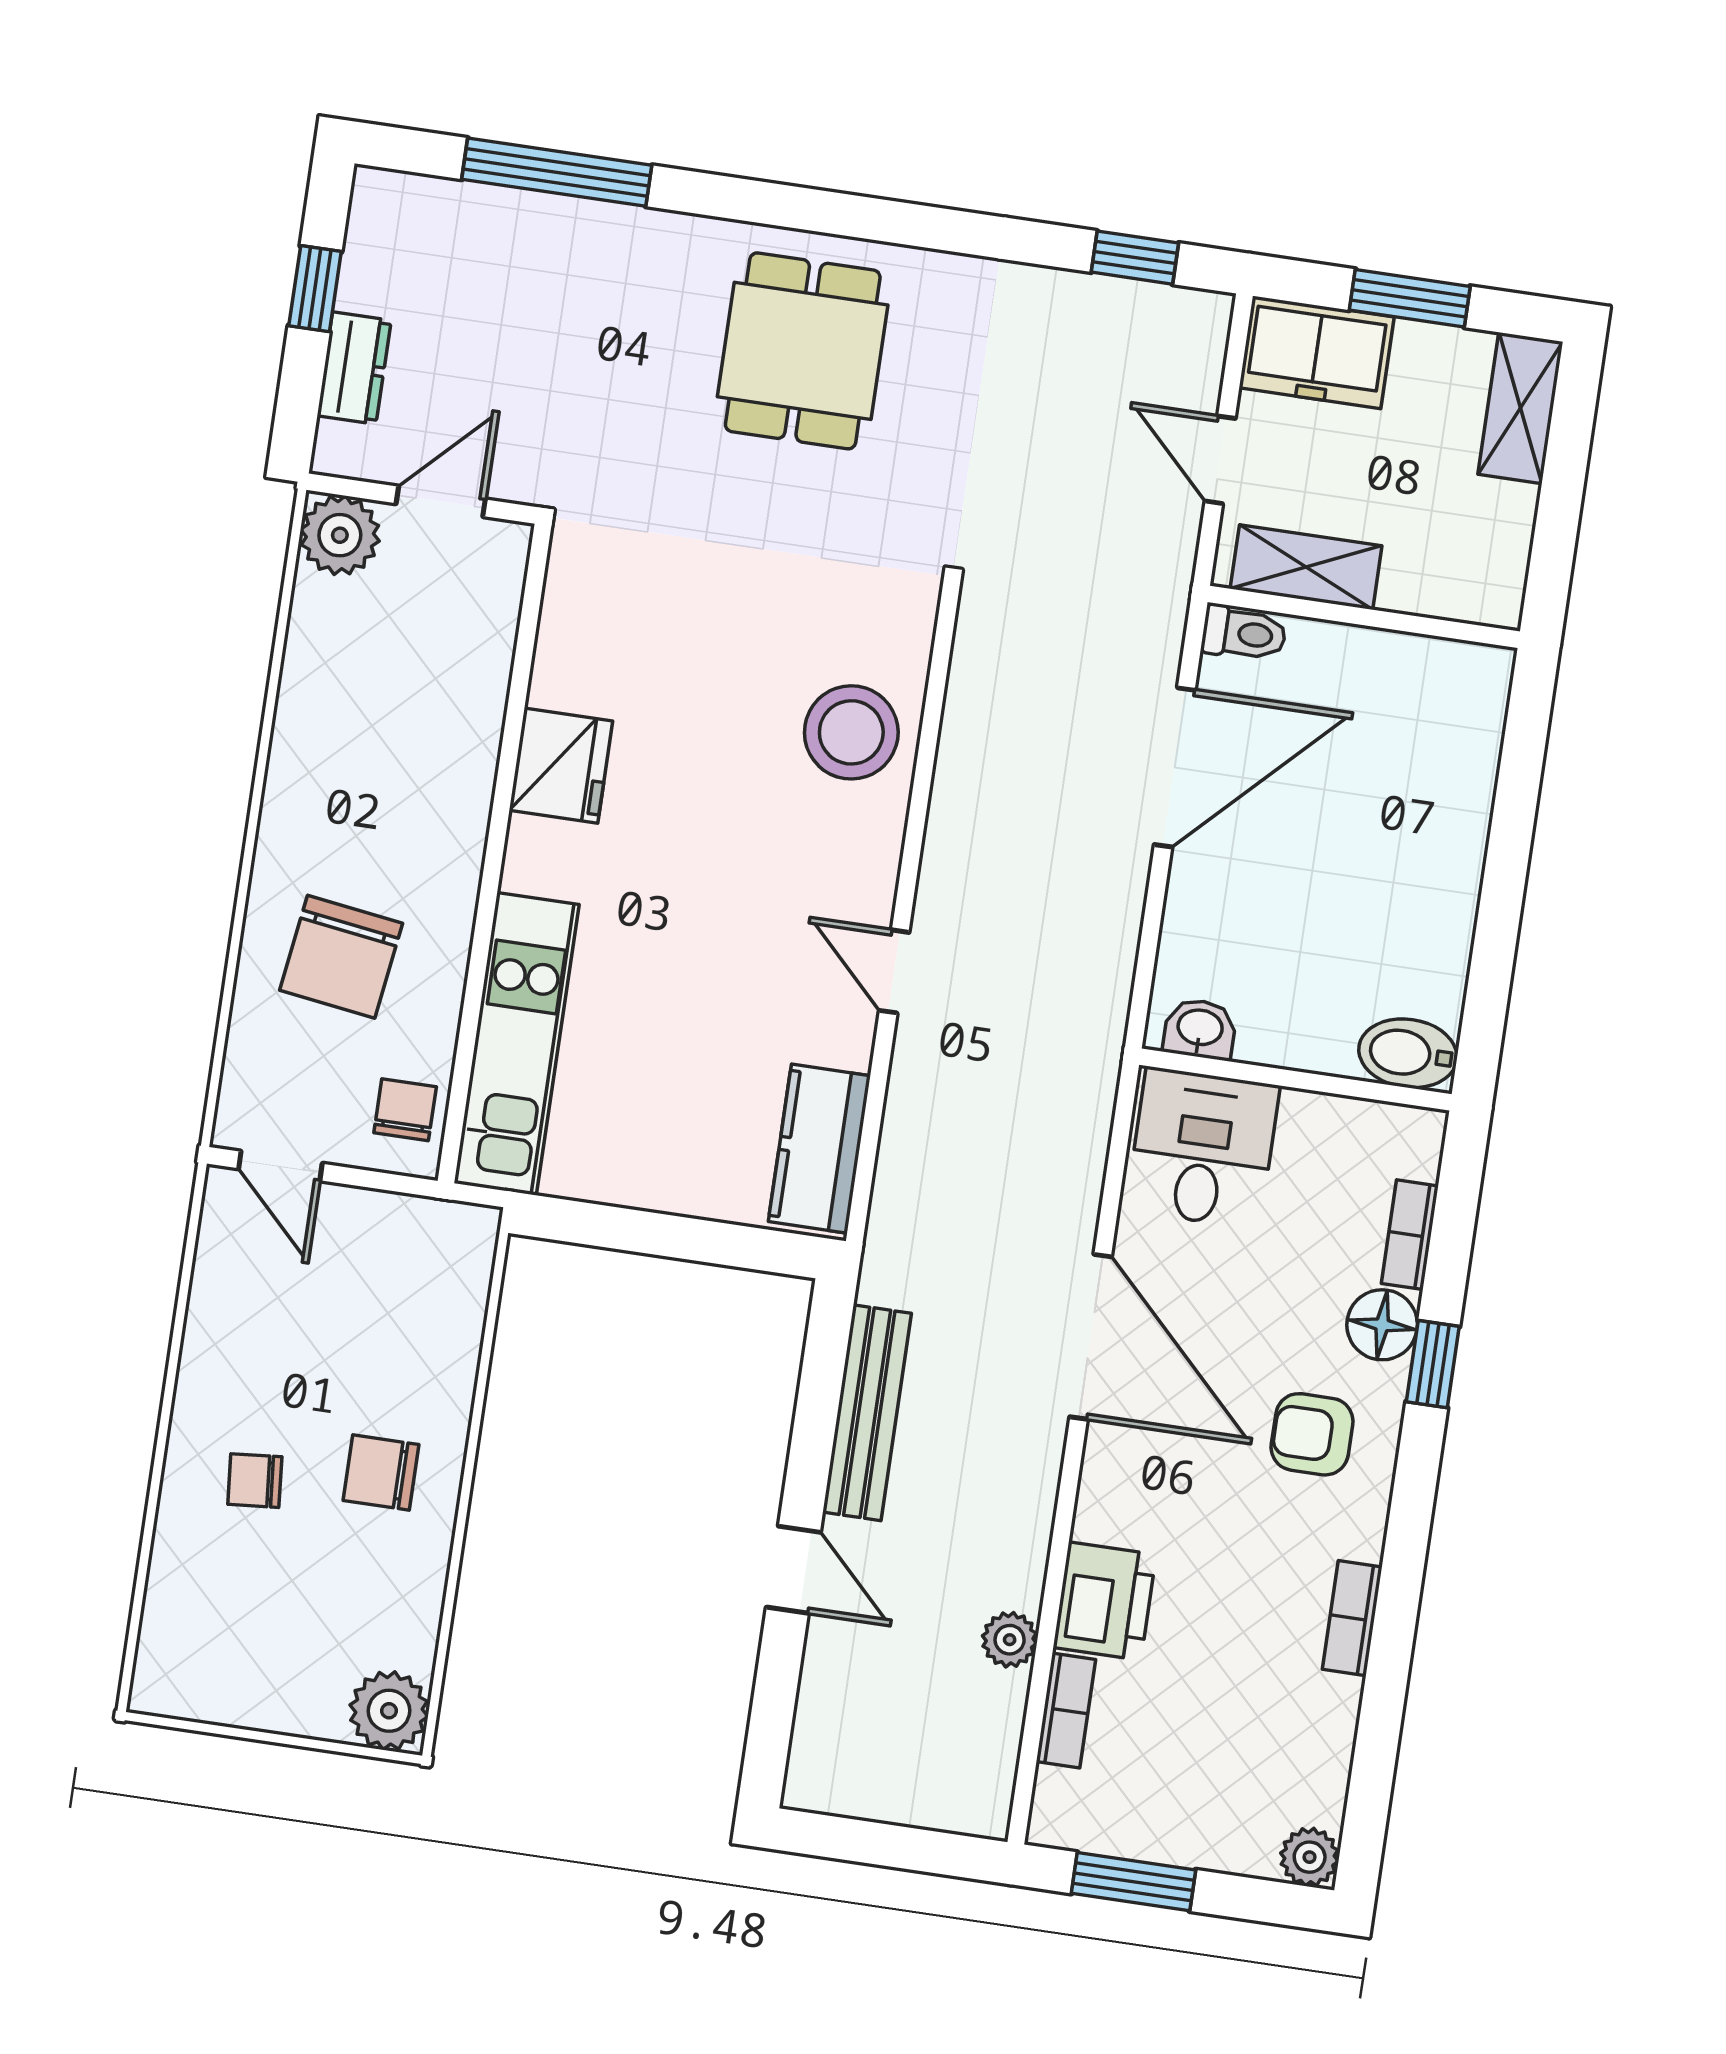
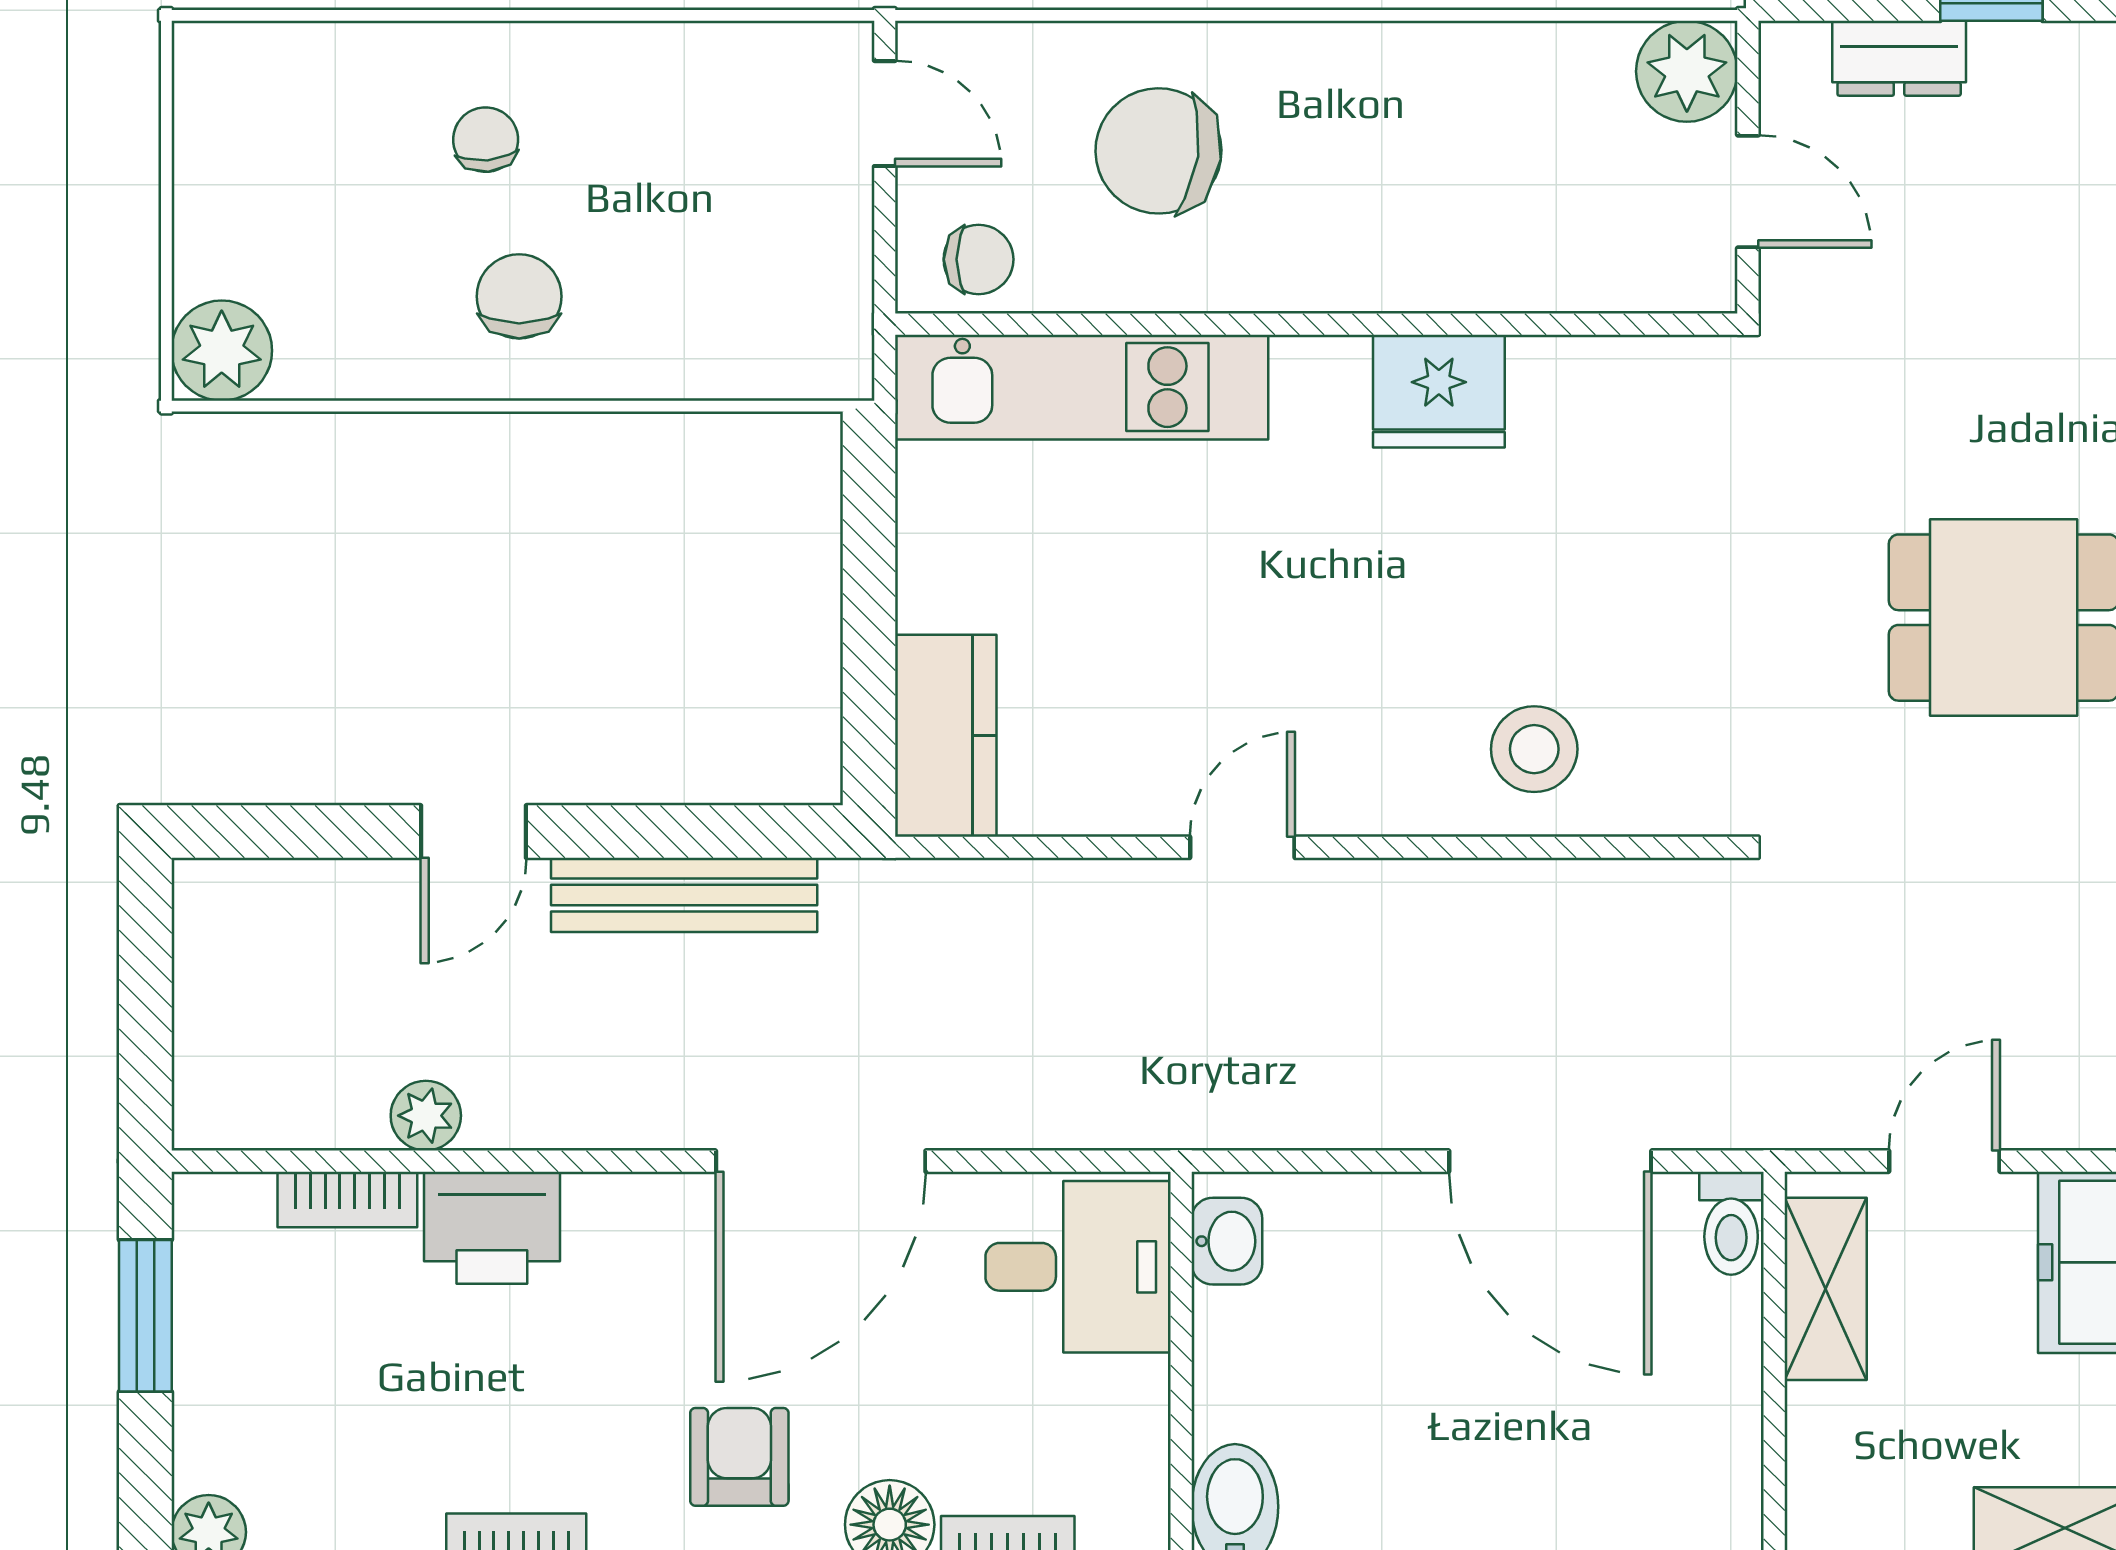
stool: (851, 732) -> (1534, 749), width x0.73, depth x0.73
kitchen counter: (819, 1149) -> (946, 736), moved, turned 90
door: (280, 1166) -> (885, 114), swing flipped

